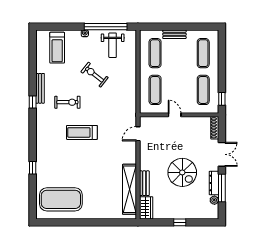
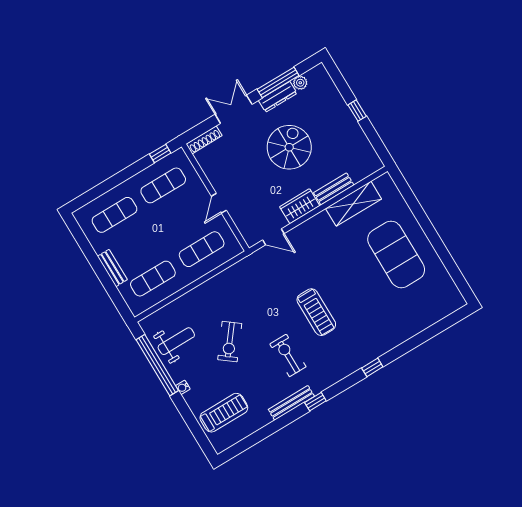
window: (33, 168) -> (372, 367), moved
shelving: (129, 189) -> (354, 204), width x0.68
exercise mat: (61, 199) -> (396, 254), moved
wardrobe: (146, 208) -> (300, 206), moved

